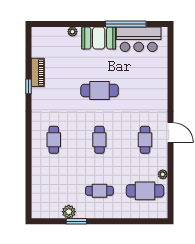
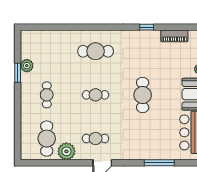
piano: (38, 72) -> (174, 36), moved
window: (170, 73) -> (159, 163), added
cafe table: (54, 140) -> (96, 51), width x1.37, depth x1.35
plant: (163, 174) -> (66, 151), width x1.87, depth x1.87

